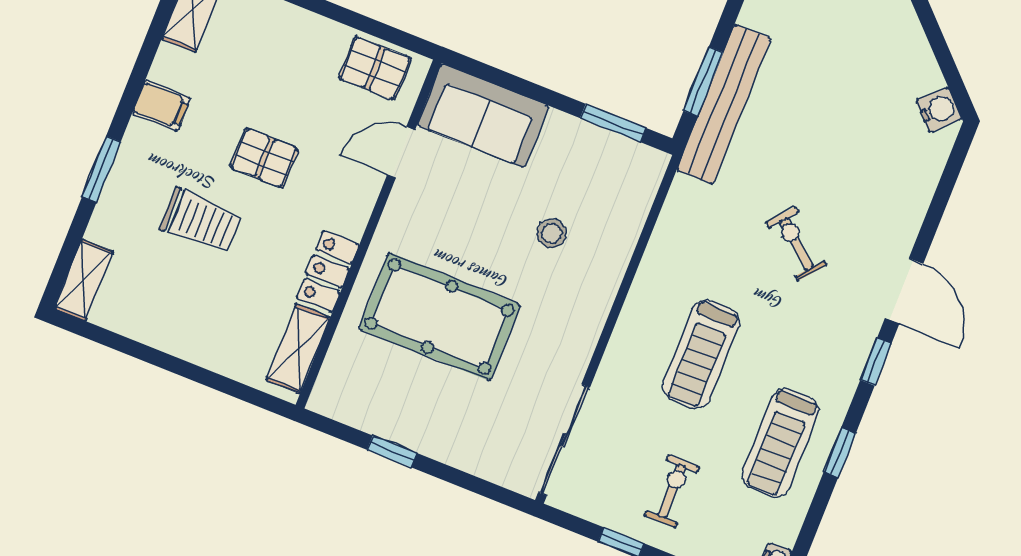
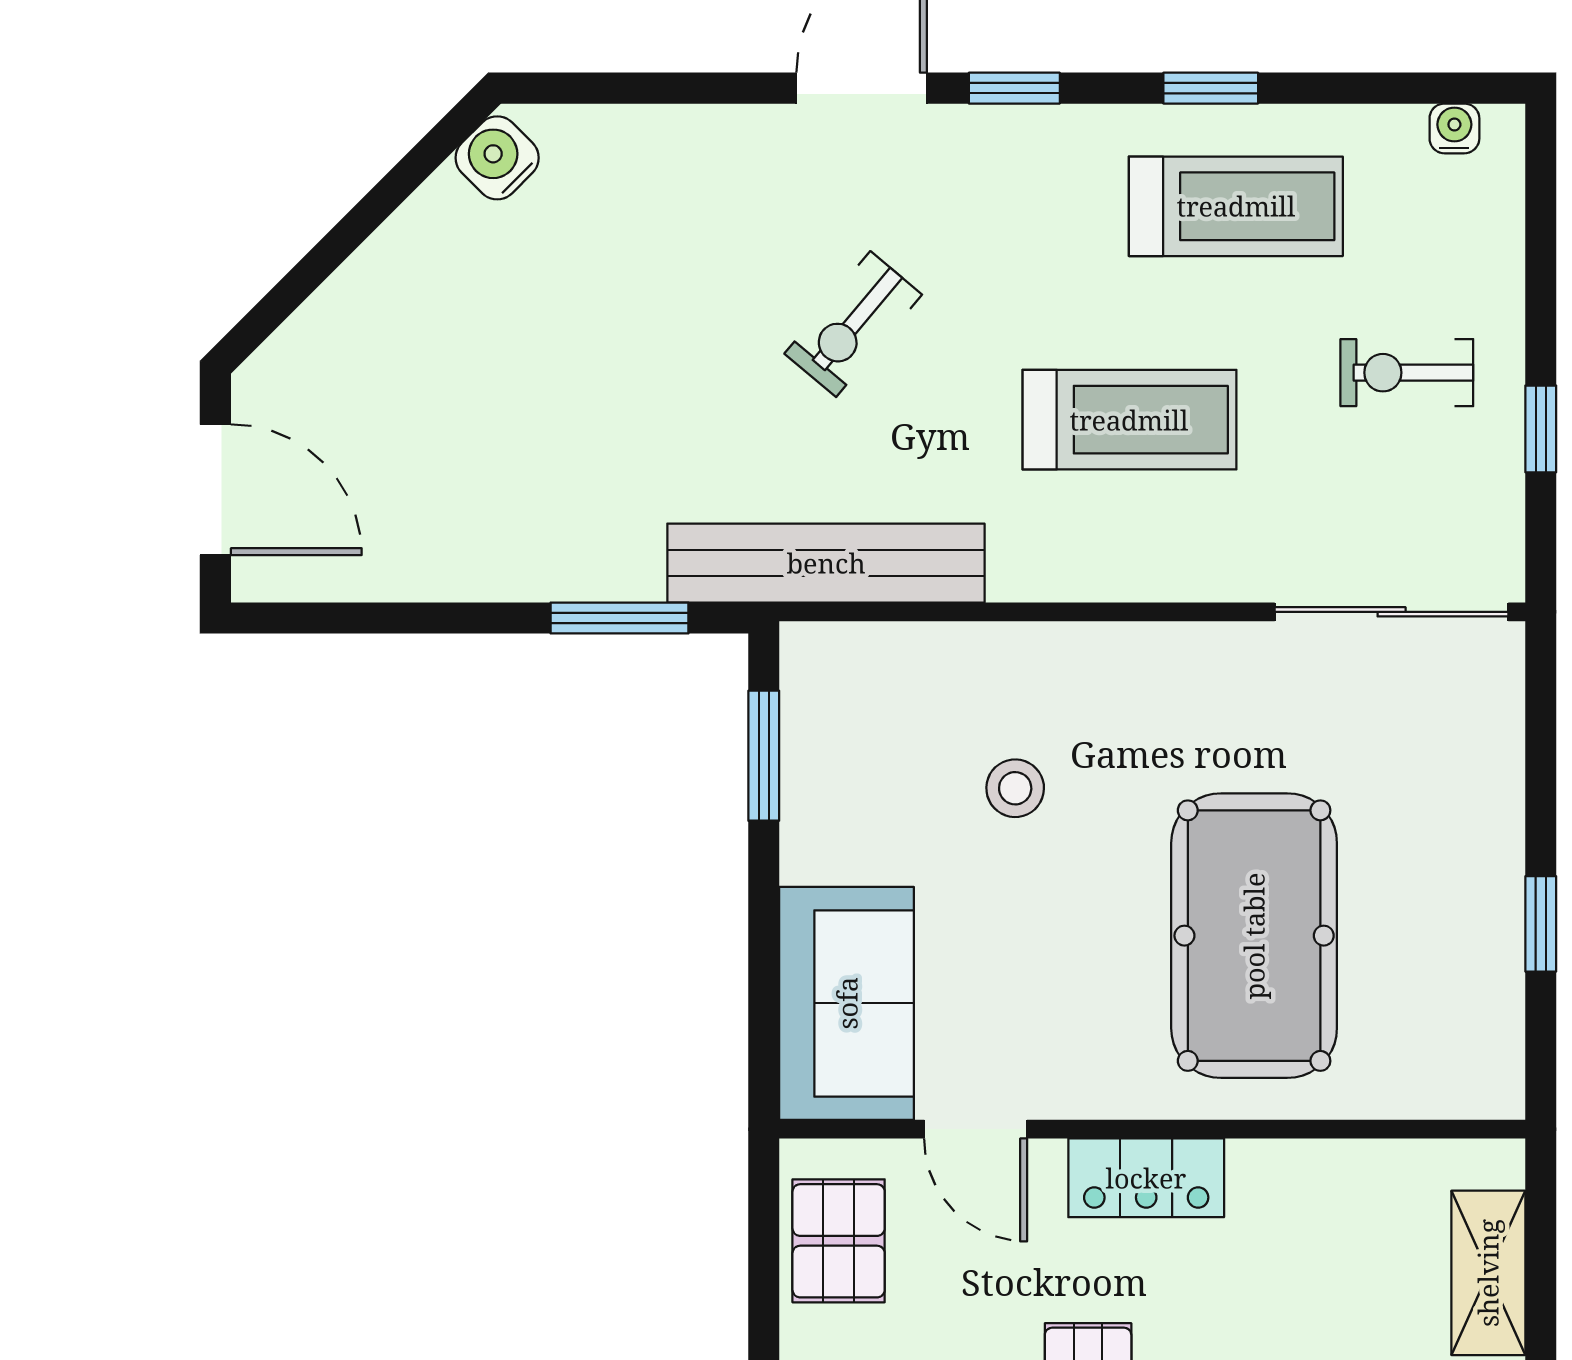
bench: (724, 104) -> (826, 563), moved
locker: (328, 271) -> (1146, 1178), moved
shelving: (298, 349) -> (1488, 1273), moved, turned 90

